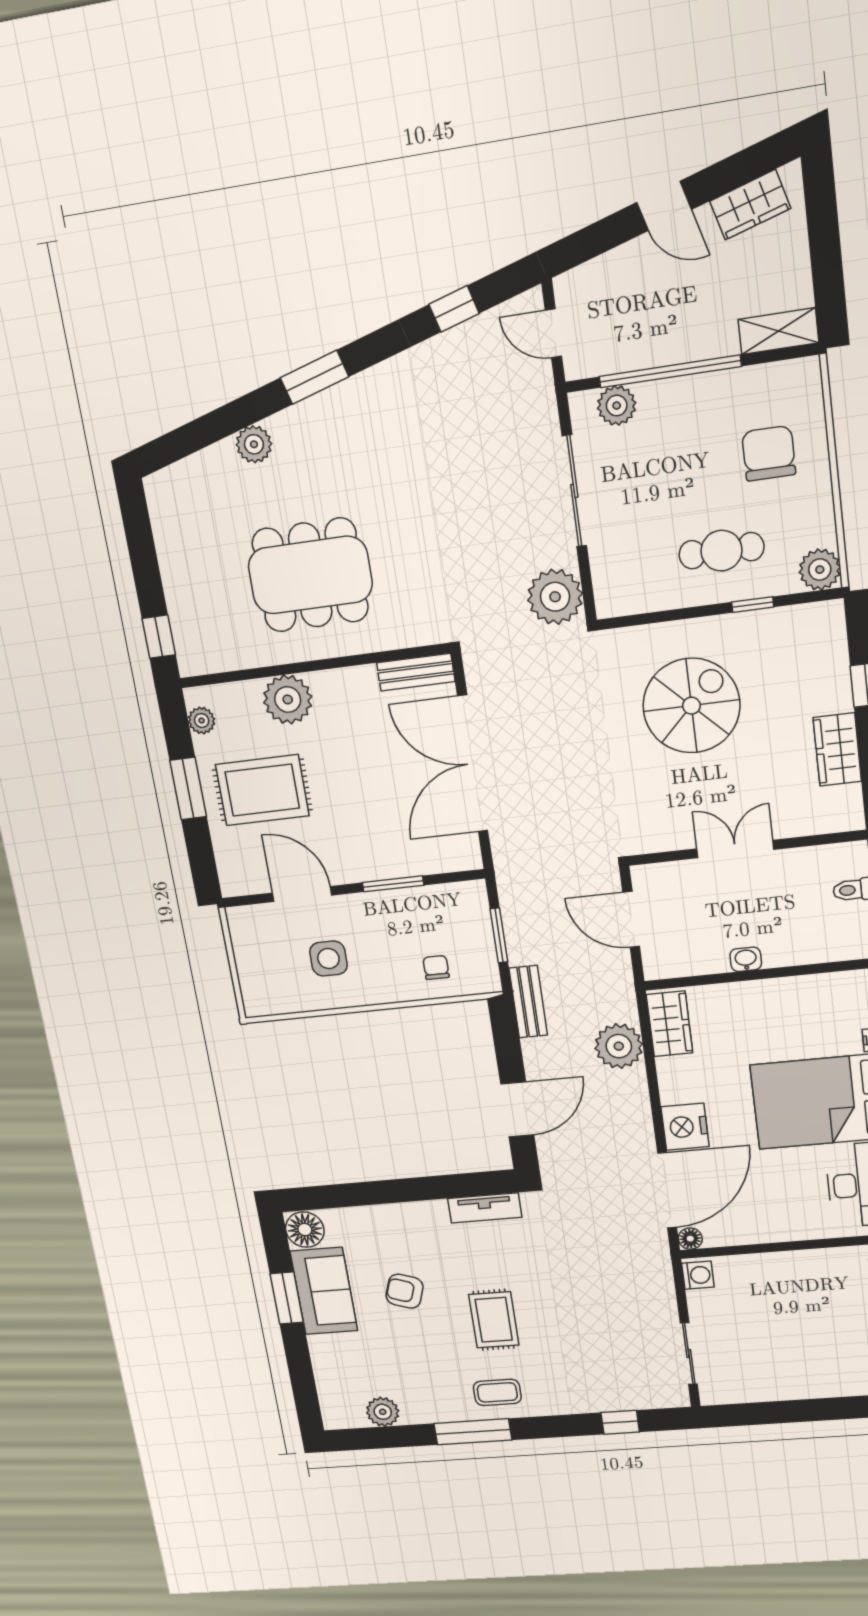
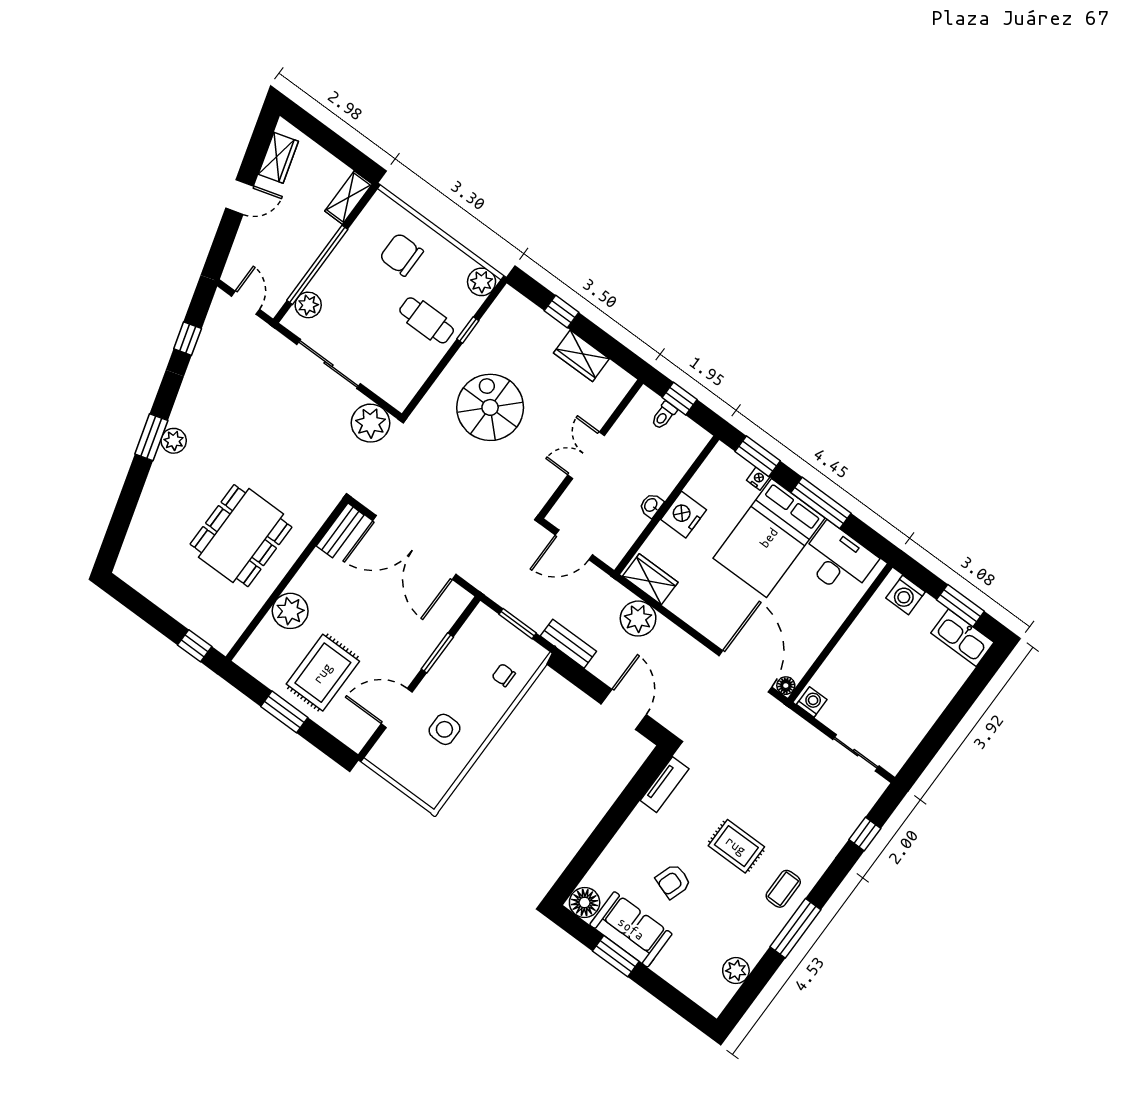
door: (553, 333) -> (245, 303), swing flipped
plant: (254, 444) -> (174, 441), moved
cafe table: (721, 551) -> (427, 320), turned 90
plant: (202, 721) -> (257, 668), removed
nightstand: (685, 1127) -> (684, 515), moved, turned 90

